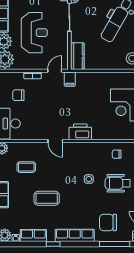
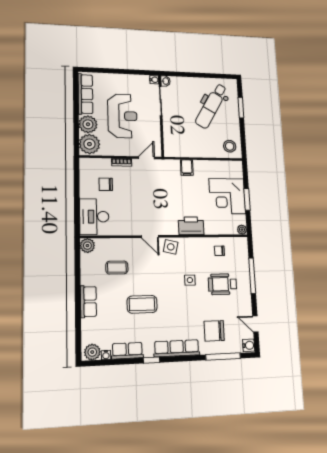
kitchen counter: (77, 56) -> (171, 142), removed
filing cabinet: (70, 79) -> (187, 168), moved
printer: (80, 132) -> (191, 226), moved
side table: (73, 150) -> (171, 247), added

